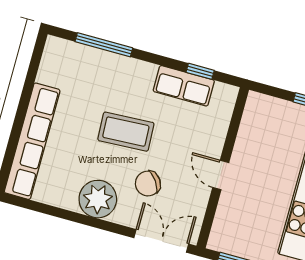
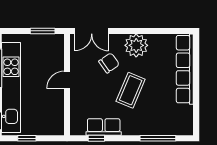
coffee table: (126, 132) -> (131, 90), turned -64
door: (221, 175) -> (67, 80), swing flipped

